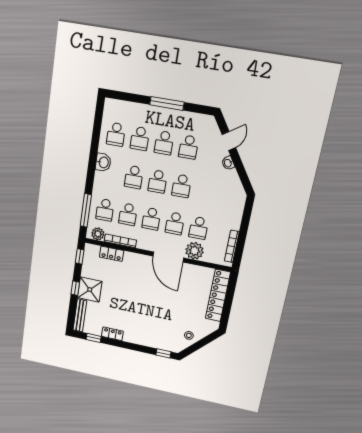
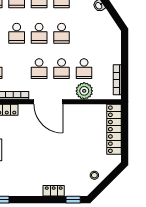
school desk: (128, 214) -> (17, 69), removed
door: (168, 257) -> (48, 102), moved
locker: (112, 334) -> (54, 191), moved

